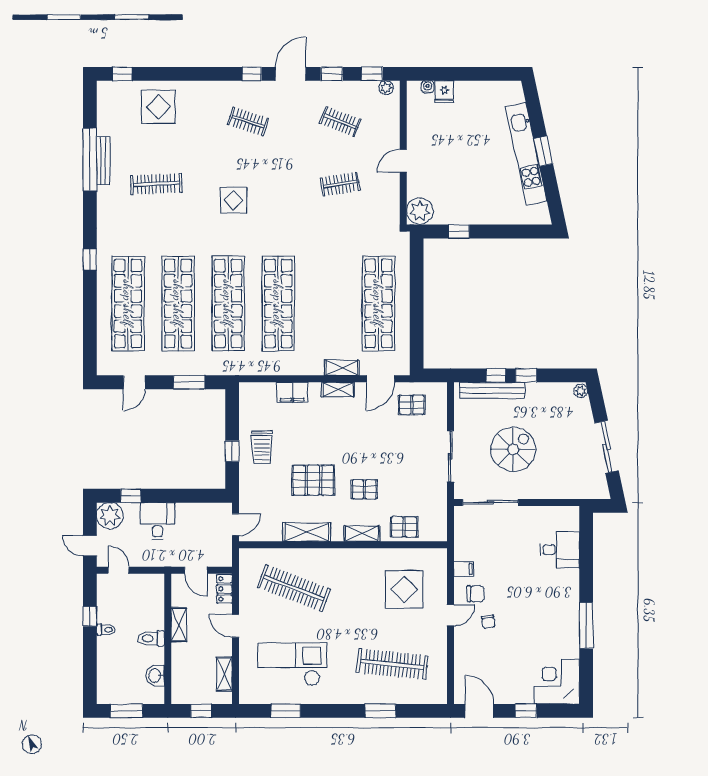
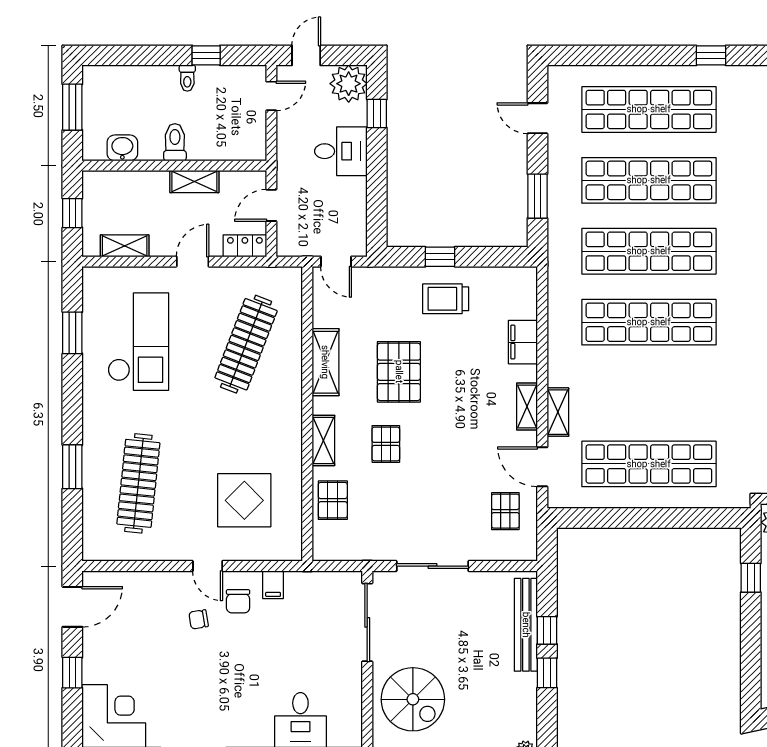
spiral stairs: (513, 449) -> (413, 699), moved

